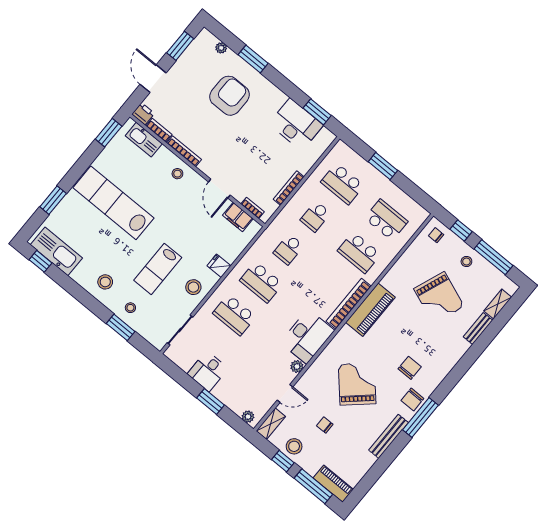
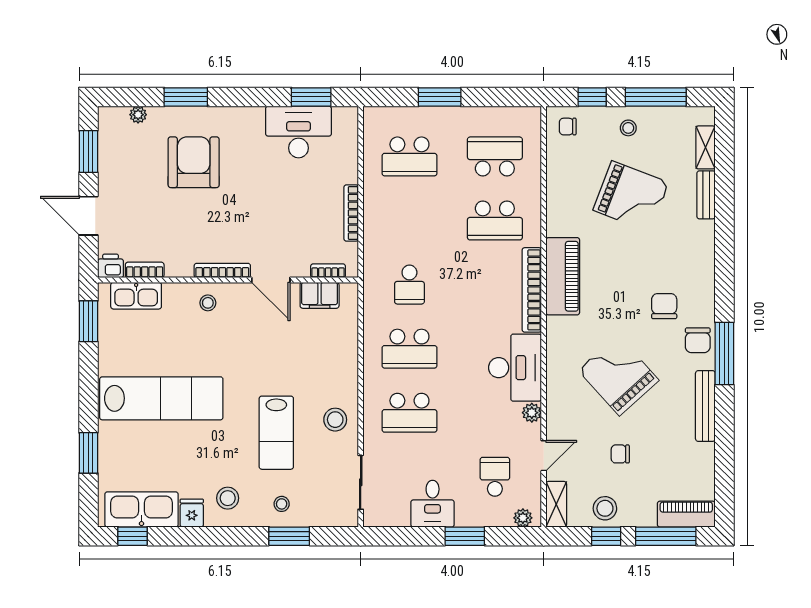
bookcase: (184, 151) -> (222, 270), moved
lab bench: (113, 203) -> (161, 398), turned 180
school desk: (315, 217) -> (495, 477), moved, turned 180
fridge: (219, 266) -> (192, 513), moved, turned 90

